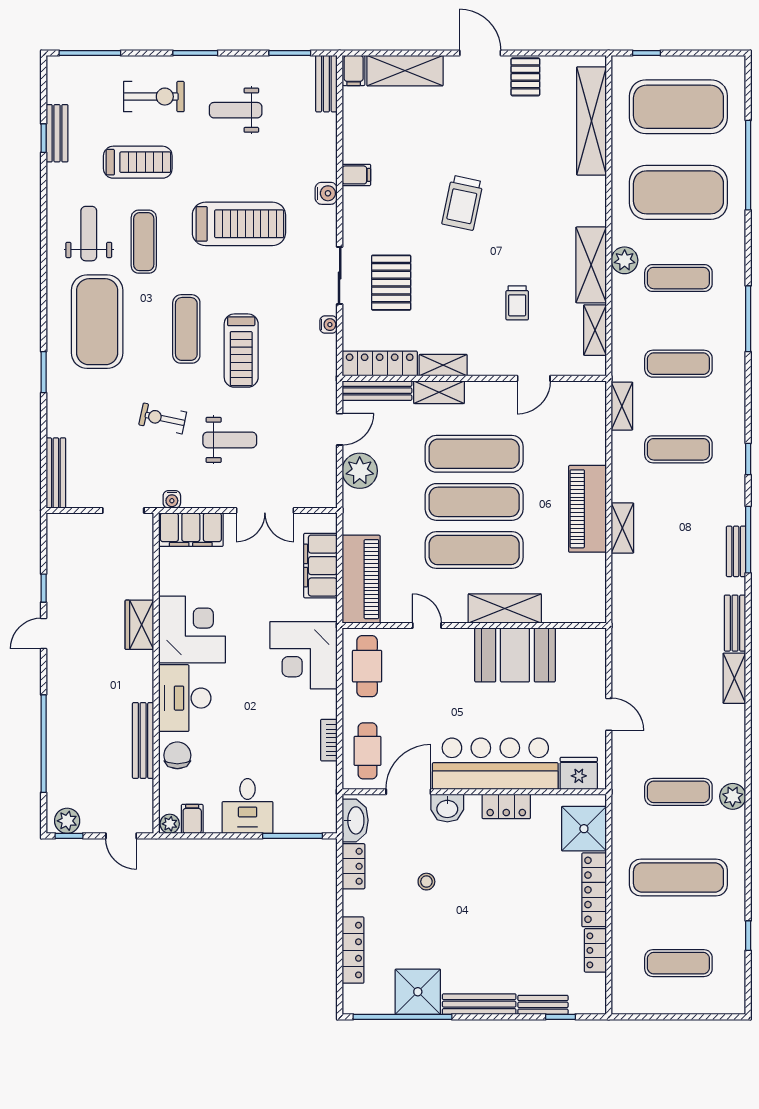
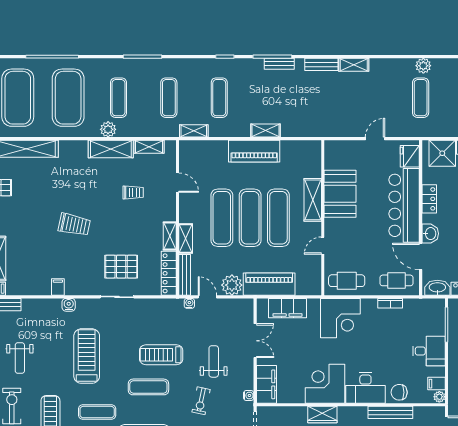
water cooler: (329, 325) -> (189, 303), moved
treadmill: (241, 351) -> (161, 355), turned 180
piano: (361, 579) -> (269, 284), moved

